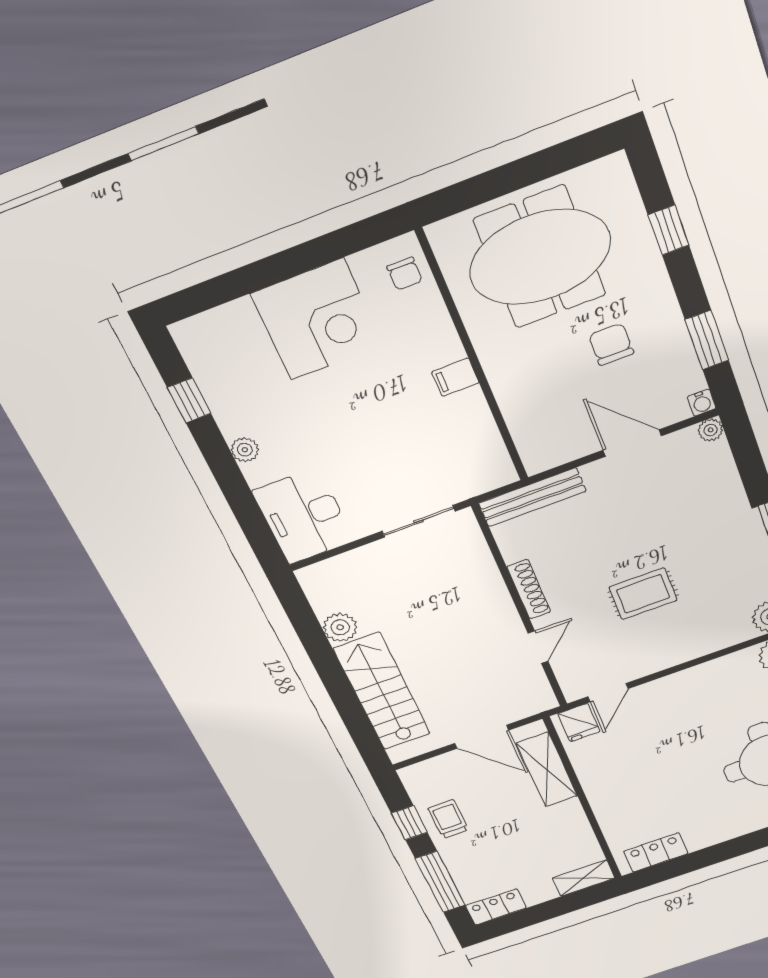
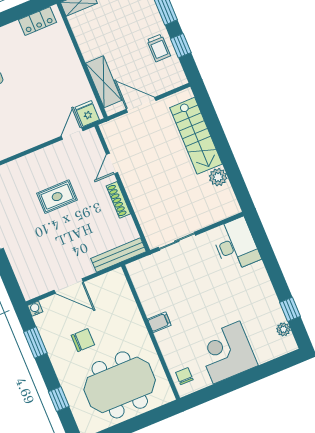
chair: (611, 344) -> (83, 340), turned -90
plant: (711, 430) -> (29, 293), removed
plant: (245, 450) -> (283, 329), moved

